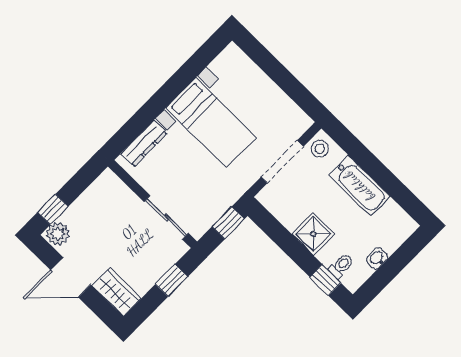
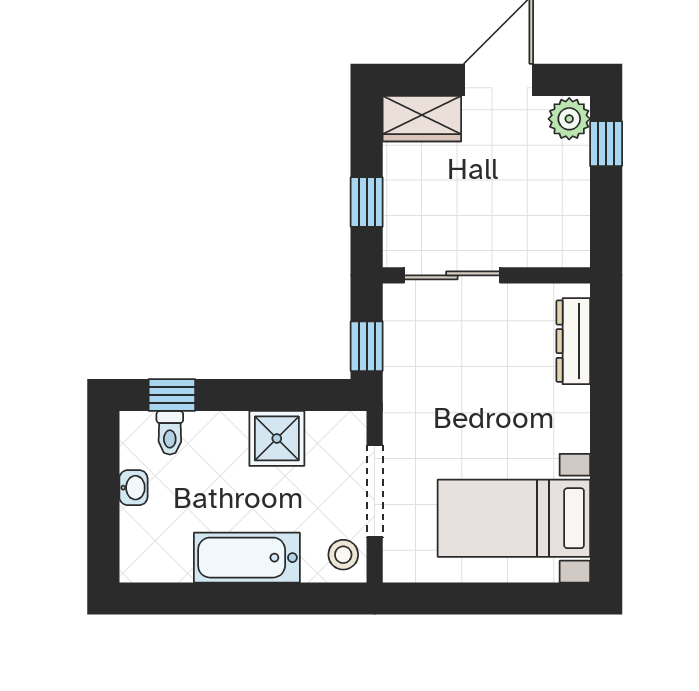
bed with nightstands: (211, 123) -> (514, 518), moved
shower: (313, 234) -> (277, 438), moved

